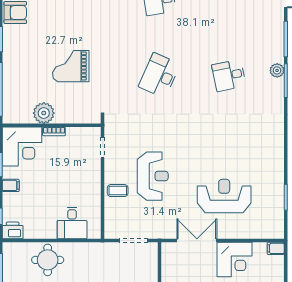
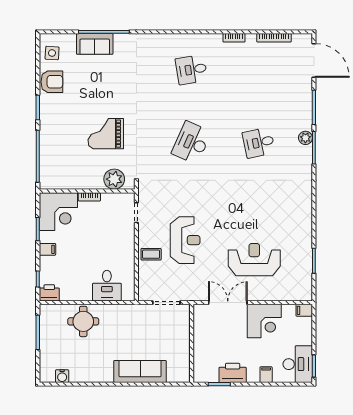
plant: (44, 113) -> (114, 179), moved

